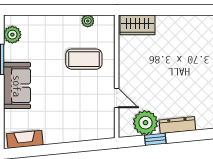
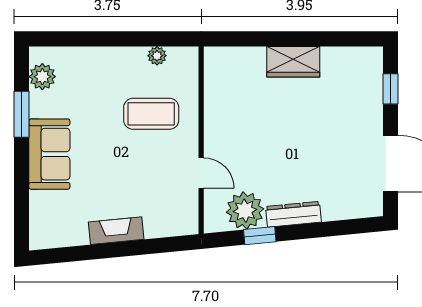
wardrobe: (138, 25) -> (293, 62), moved
fireplace: (25, 139) -> (116, 231), moved

